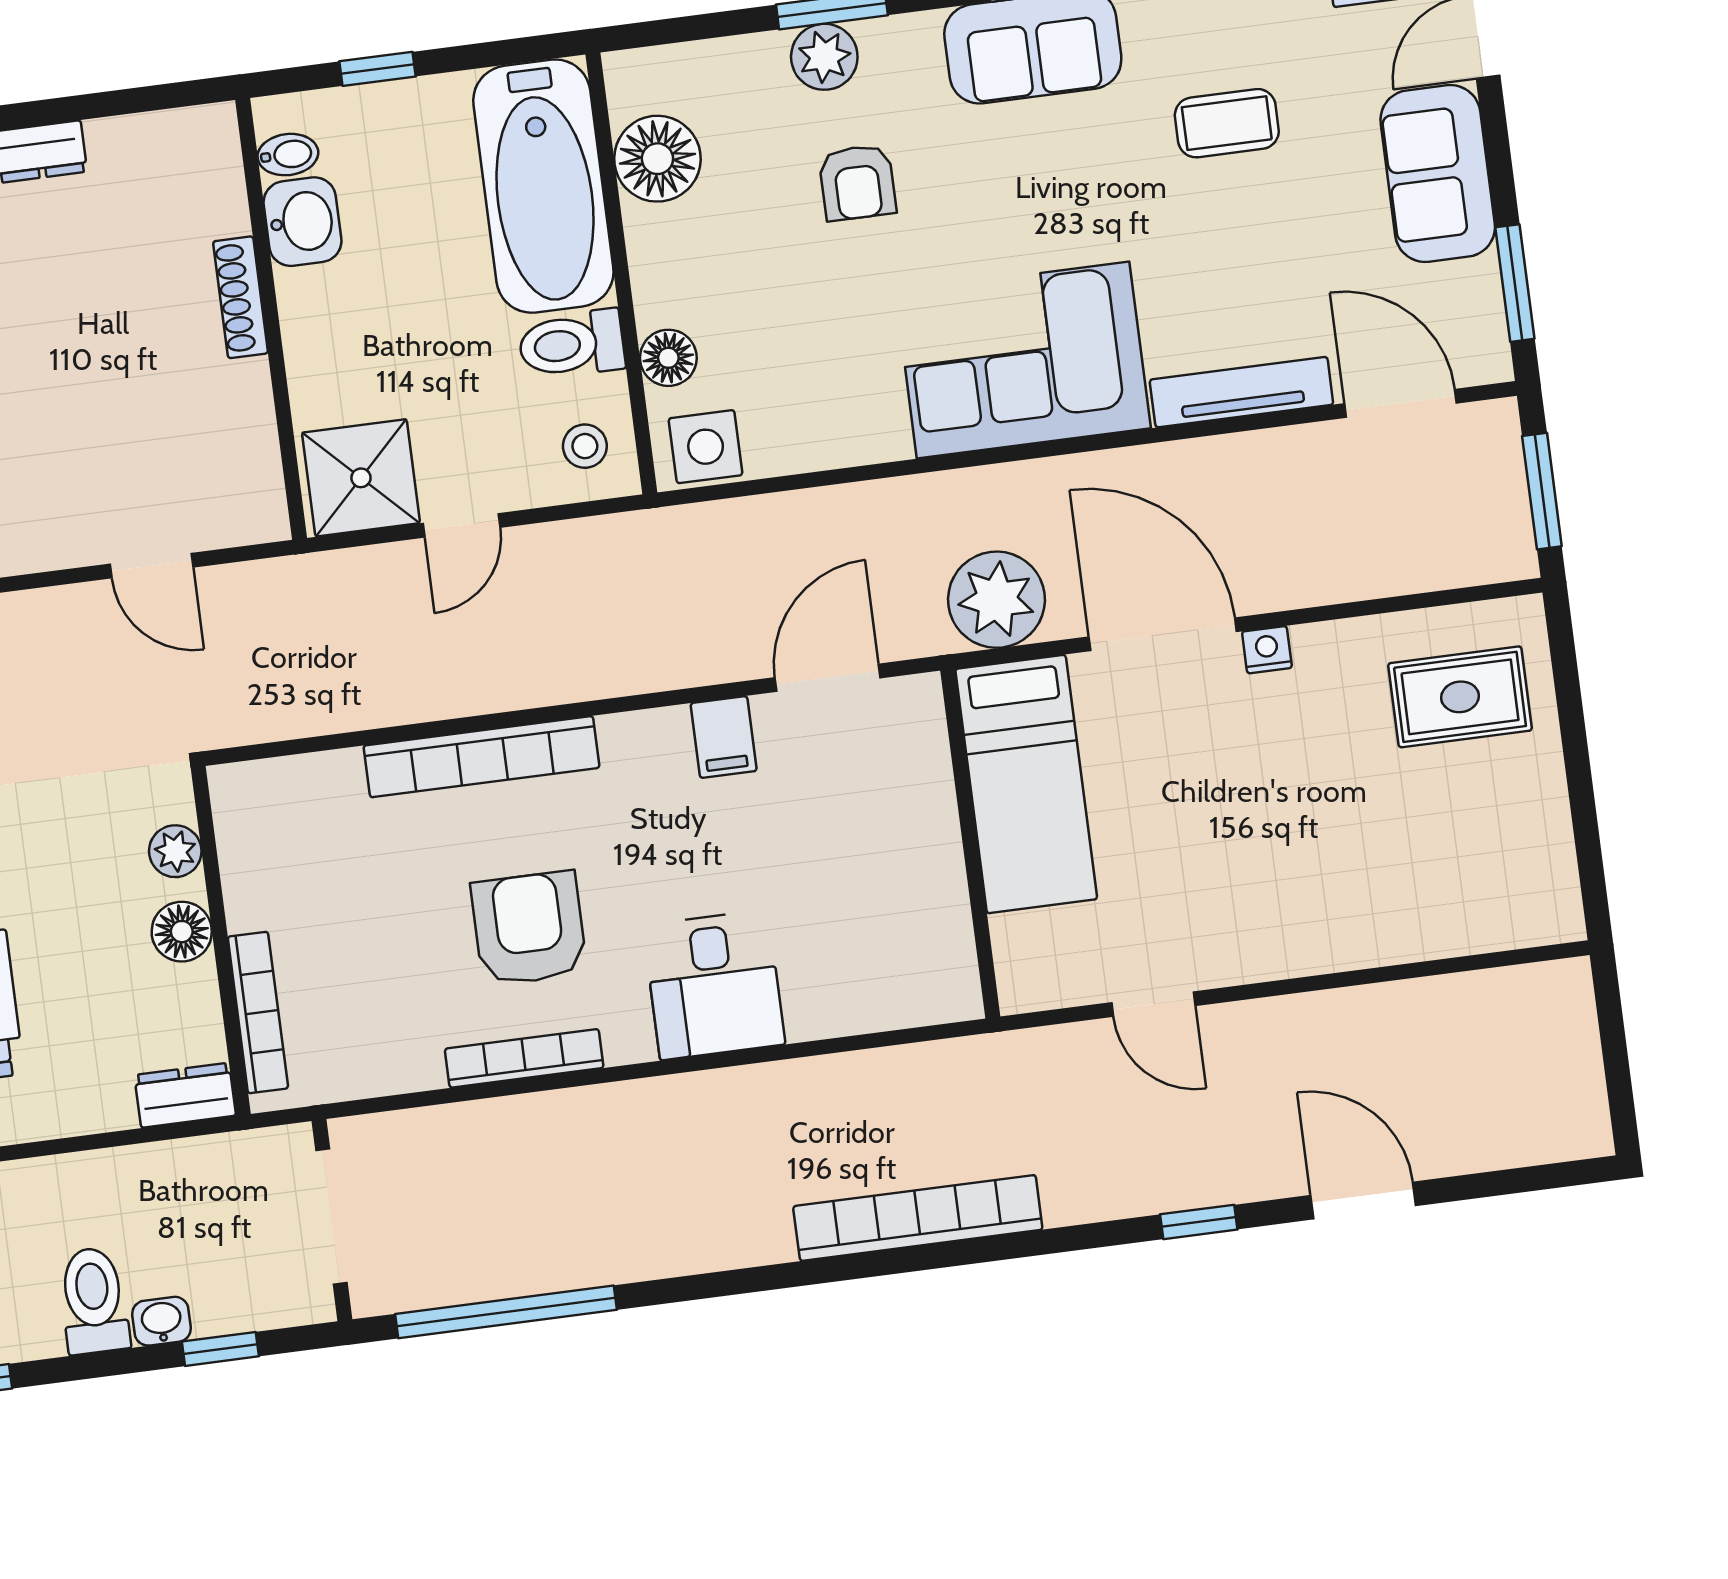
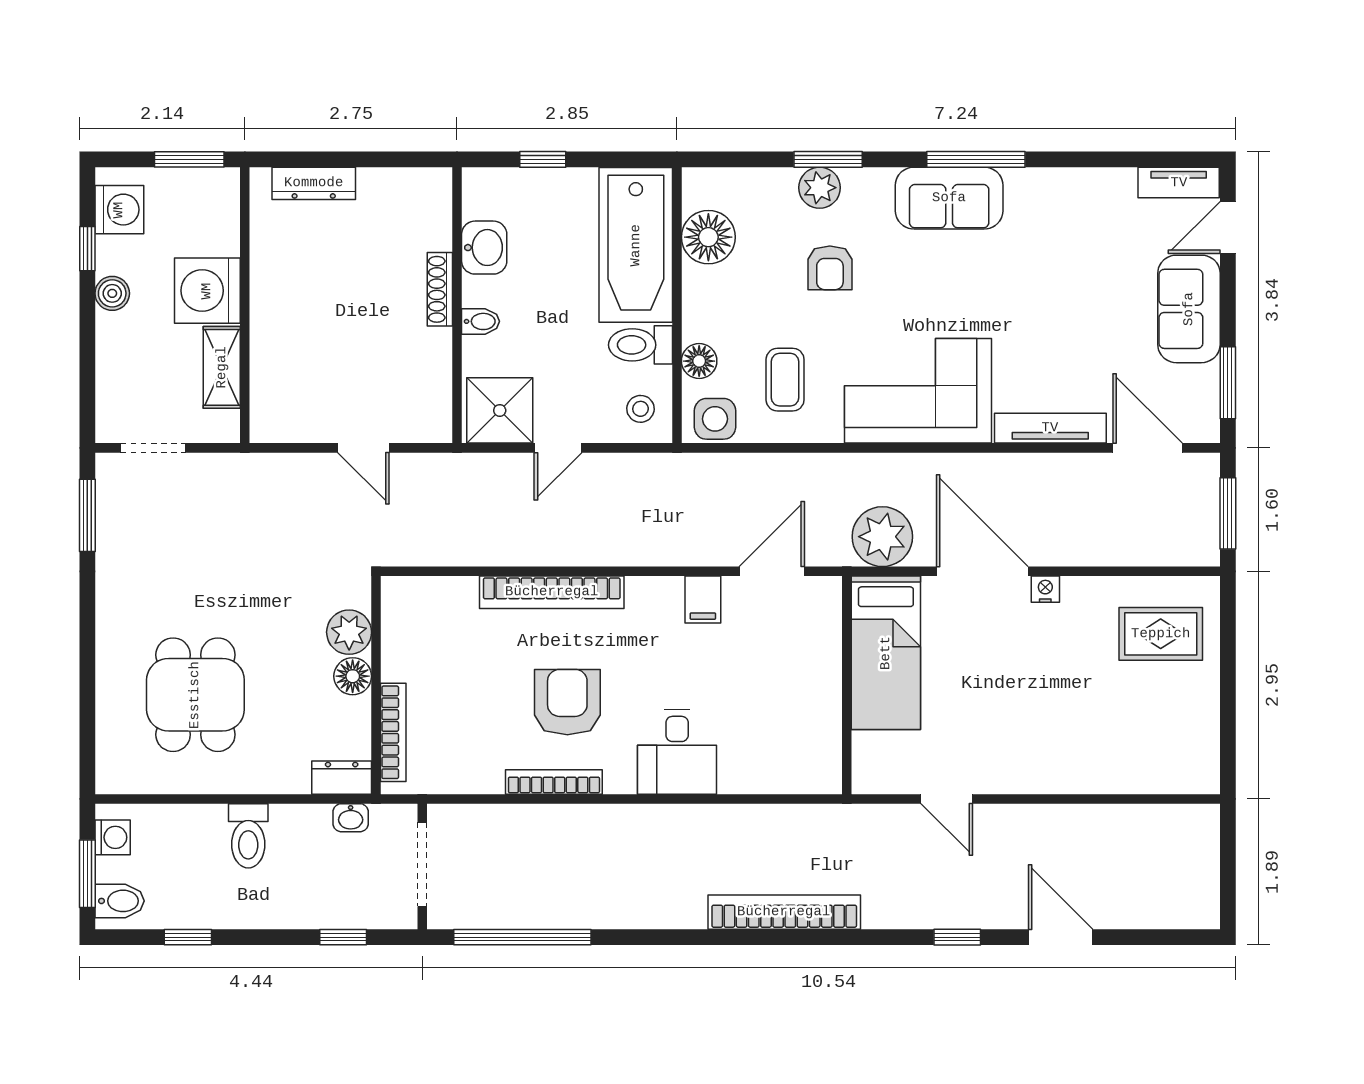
coffee table: (1227, 123) -> (785, 380), moved, turned 90
bidet: (288, 155) -> (481, 321), moved
plant: (175, 851) -> (349, 632), width x1.38, depth x1.38
toilet: (94, 1301) -> (248, 836), moved, turned 180
washbasin: (162, 1321) -> (351, 818), moved, turned 180

